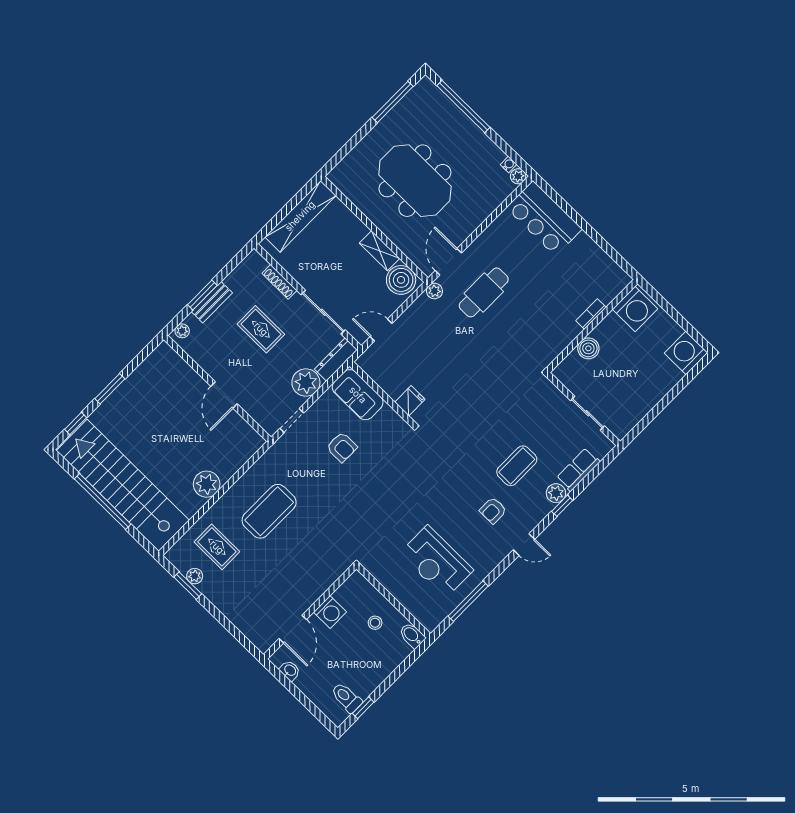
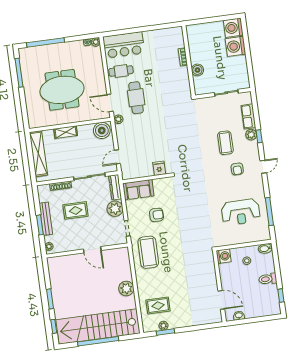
cafe table: (505, 243) -> (121, 71), added
shelving: (380, 251) -> (66, 132), moved
bench: (212, 302) -> (46, 219), width x1.36
washing machine: (635, 309) -> (235, 46), moved, turned 180
coffee table: (269, 511) -> (148, 252), moved
washing machine: (330, 612) -> (224, 256), moved
toilet: (346, 698) -> (268, 279), moved

